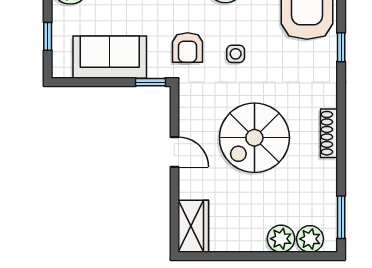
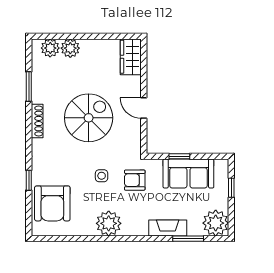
armchair: (188, 48) -> (135, 180), turned -90
window: (151, 82) -> (179, 156), moved
window: (341, 217) -> (29, 87), moved

